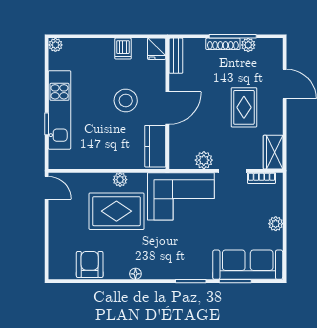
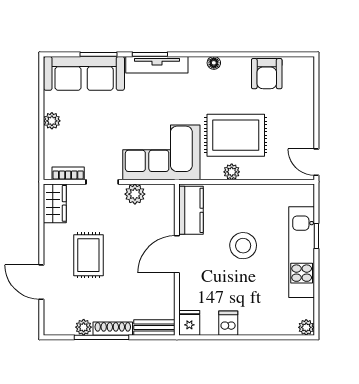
bench: (176, 56) -> (154, 327), moved, turned 90
stool: (126, 100) -> (243, 246), moved
tv unit: (185, 272) -> (157, 65), added

